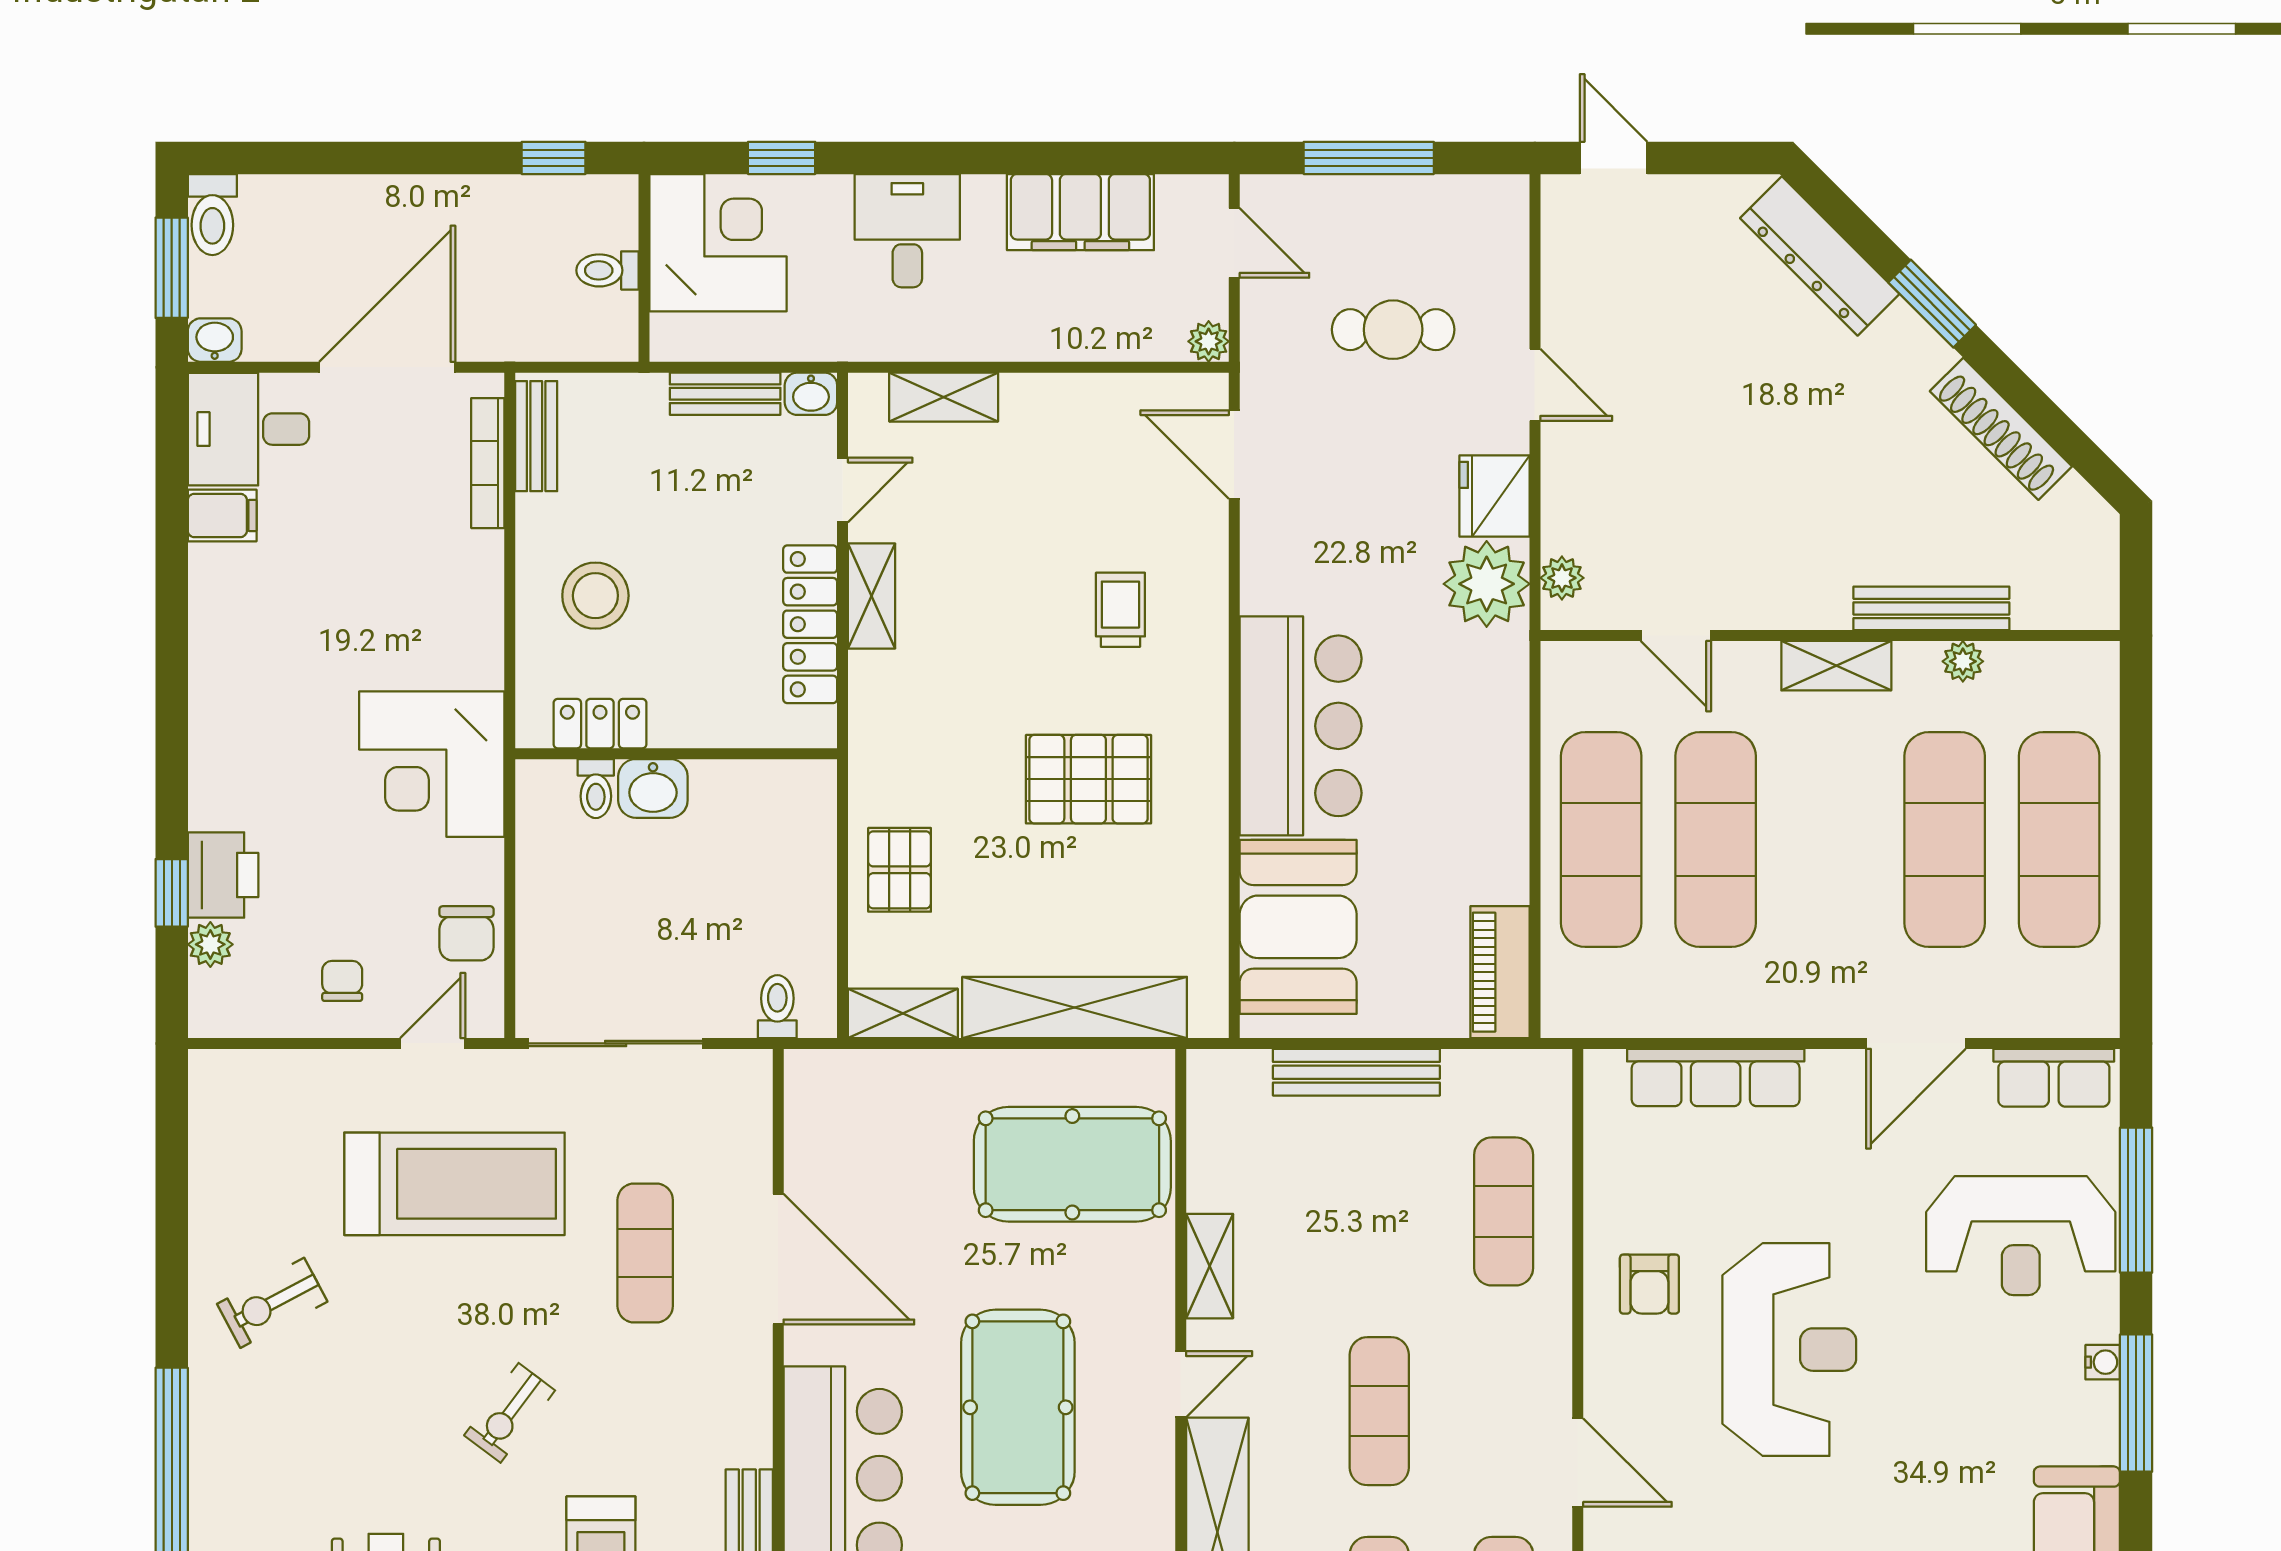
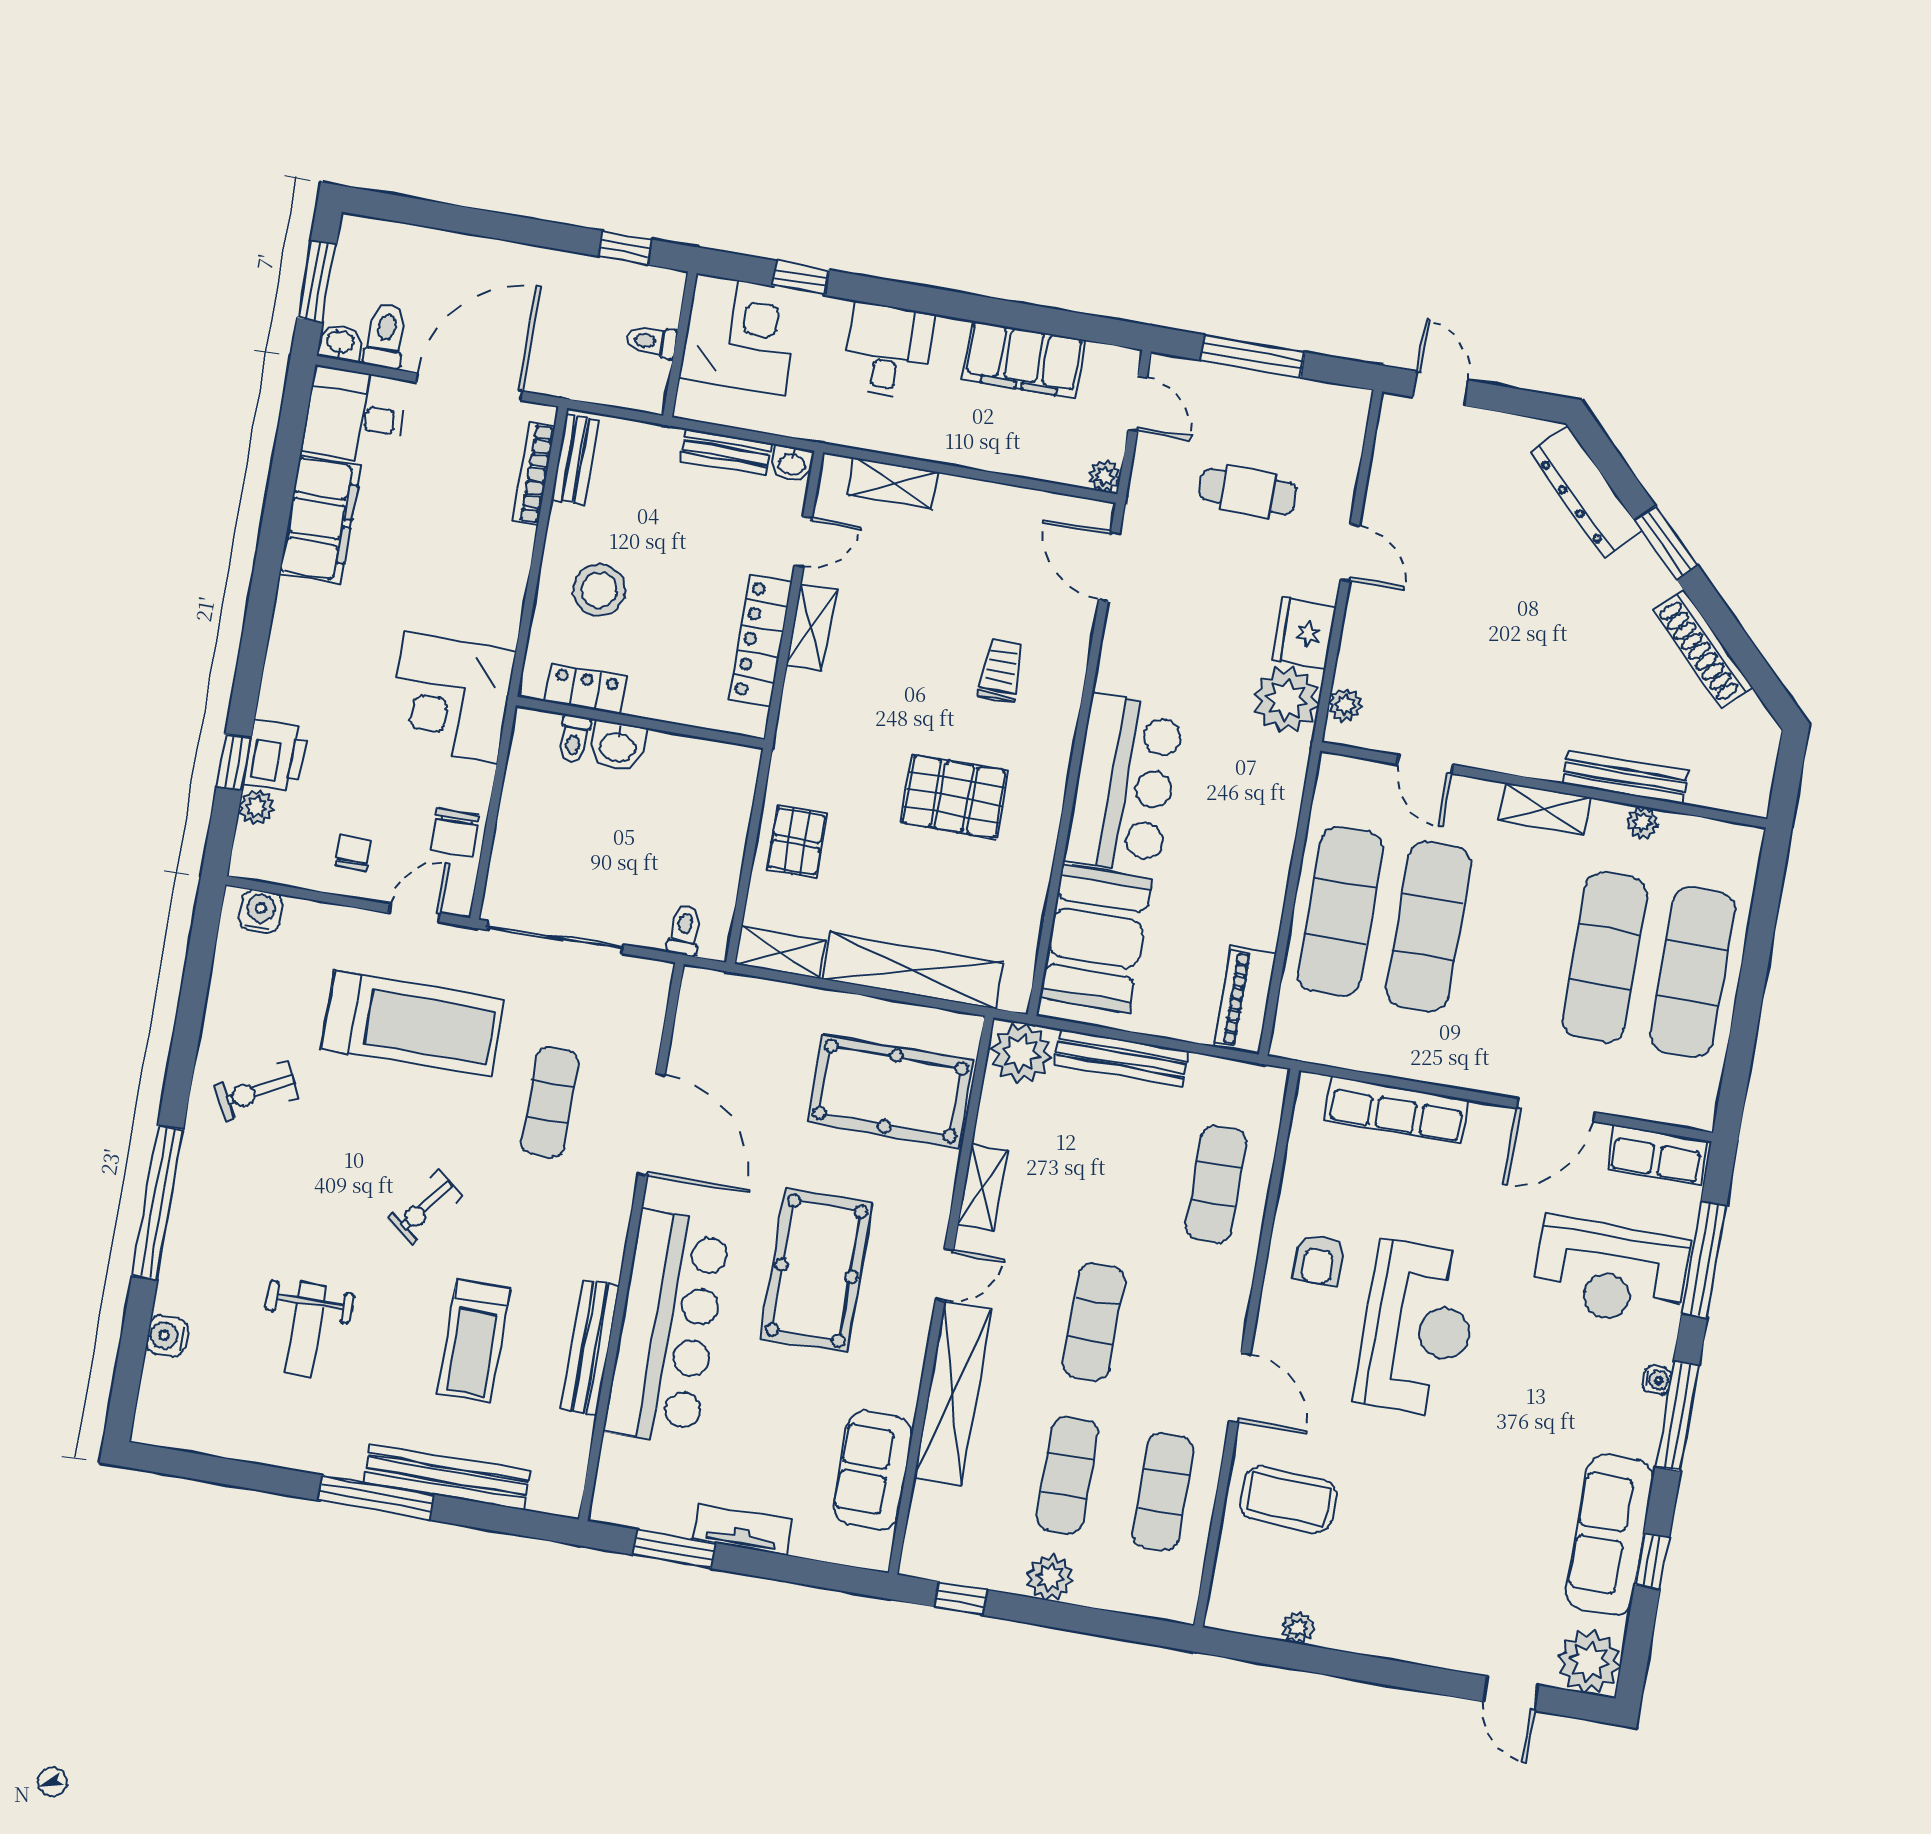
toilet: (212, 215) -> (386, 336), moved, turned 180
filing cabinet: (222, 515) -> (320, 519), width x3.00, depth x1.17
water cooler: (238, 1075) -> (261, 911), added
plant: (1230, 1088) -> (1022, 1053), added

